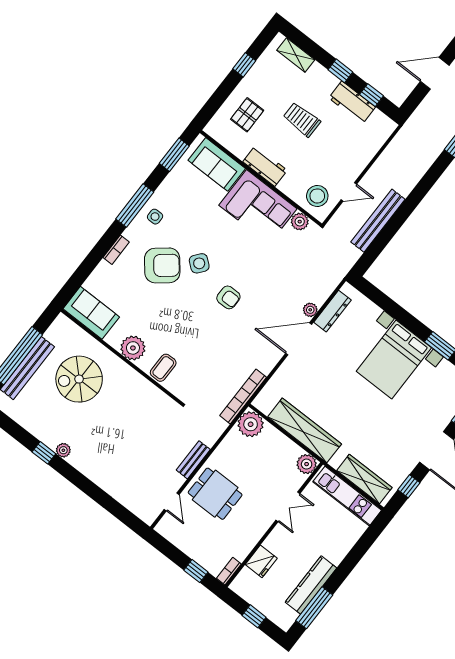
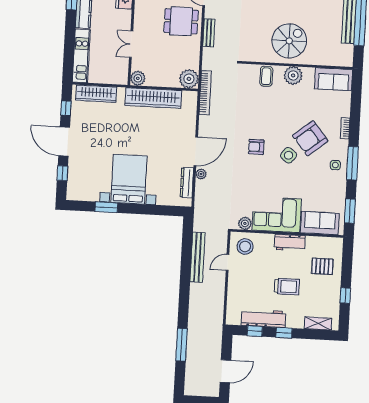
workbench: (352, 102) -> (263, 318), width x1.38
pallet: (247, 115) -> (322, 266), turned 90
spiral stairs: (79, 379) -> (289, 41), moved
kitchen unit: (347, 496) -> (81, 56), moved, turned 90

